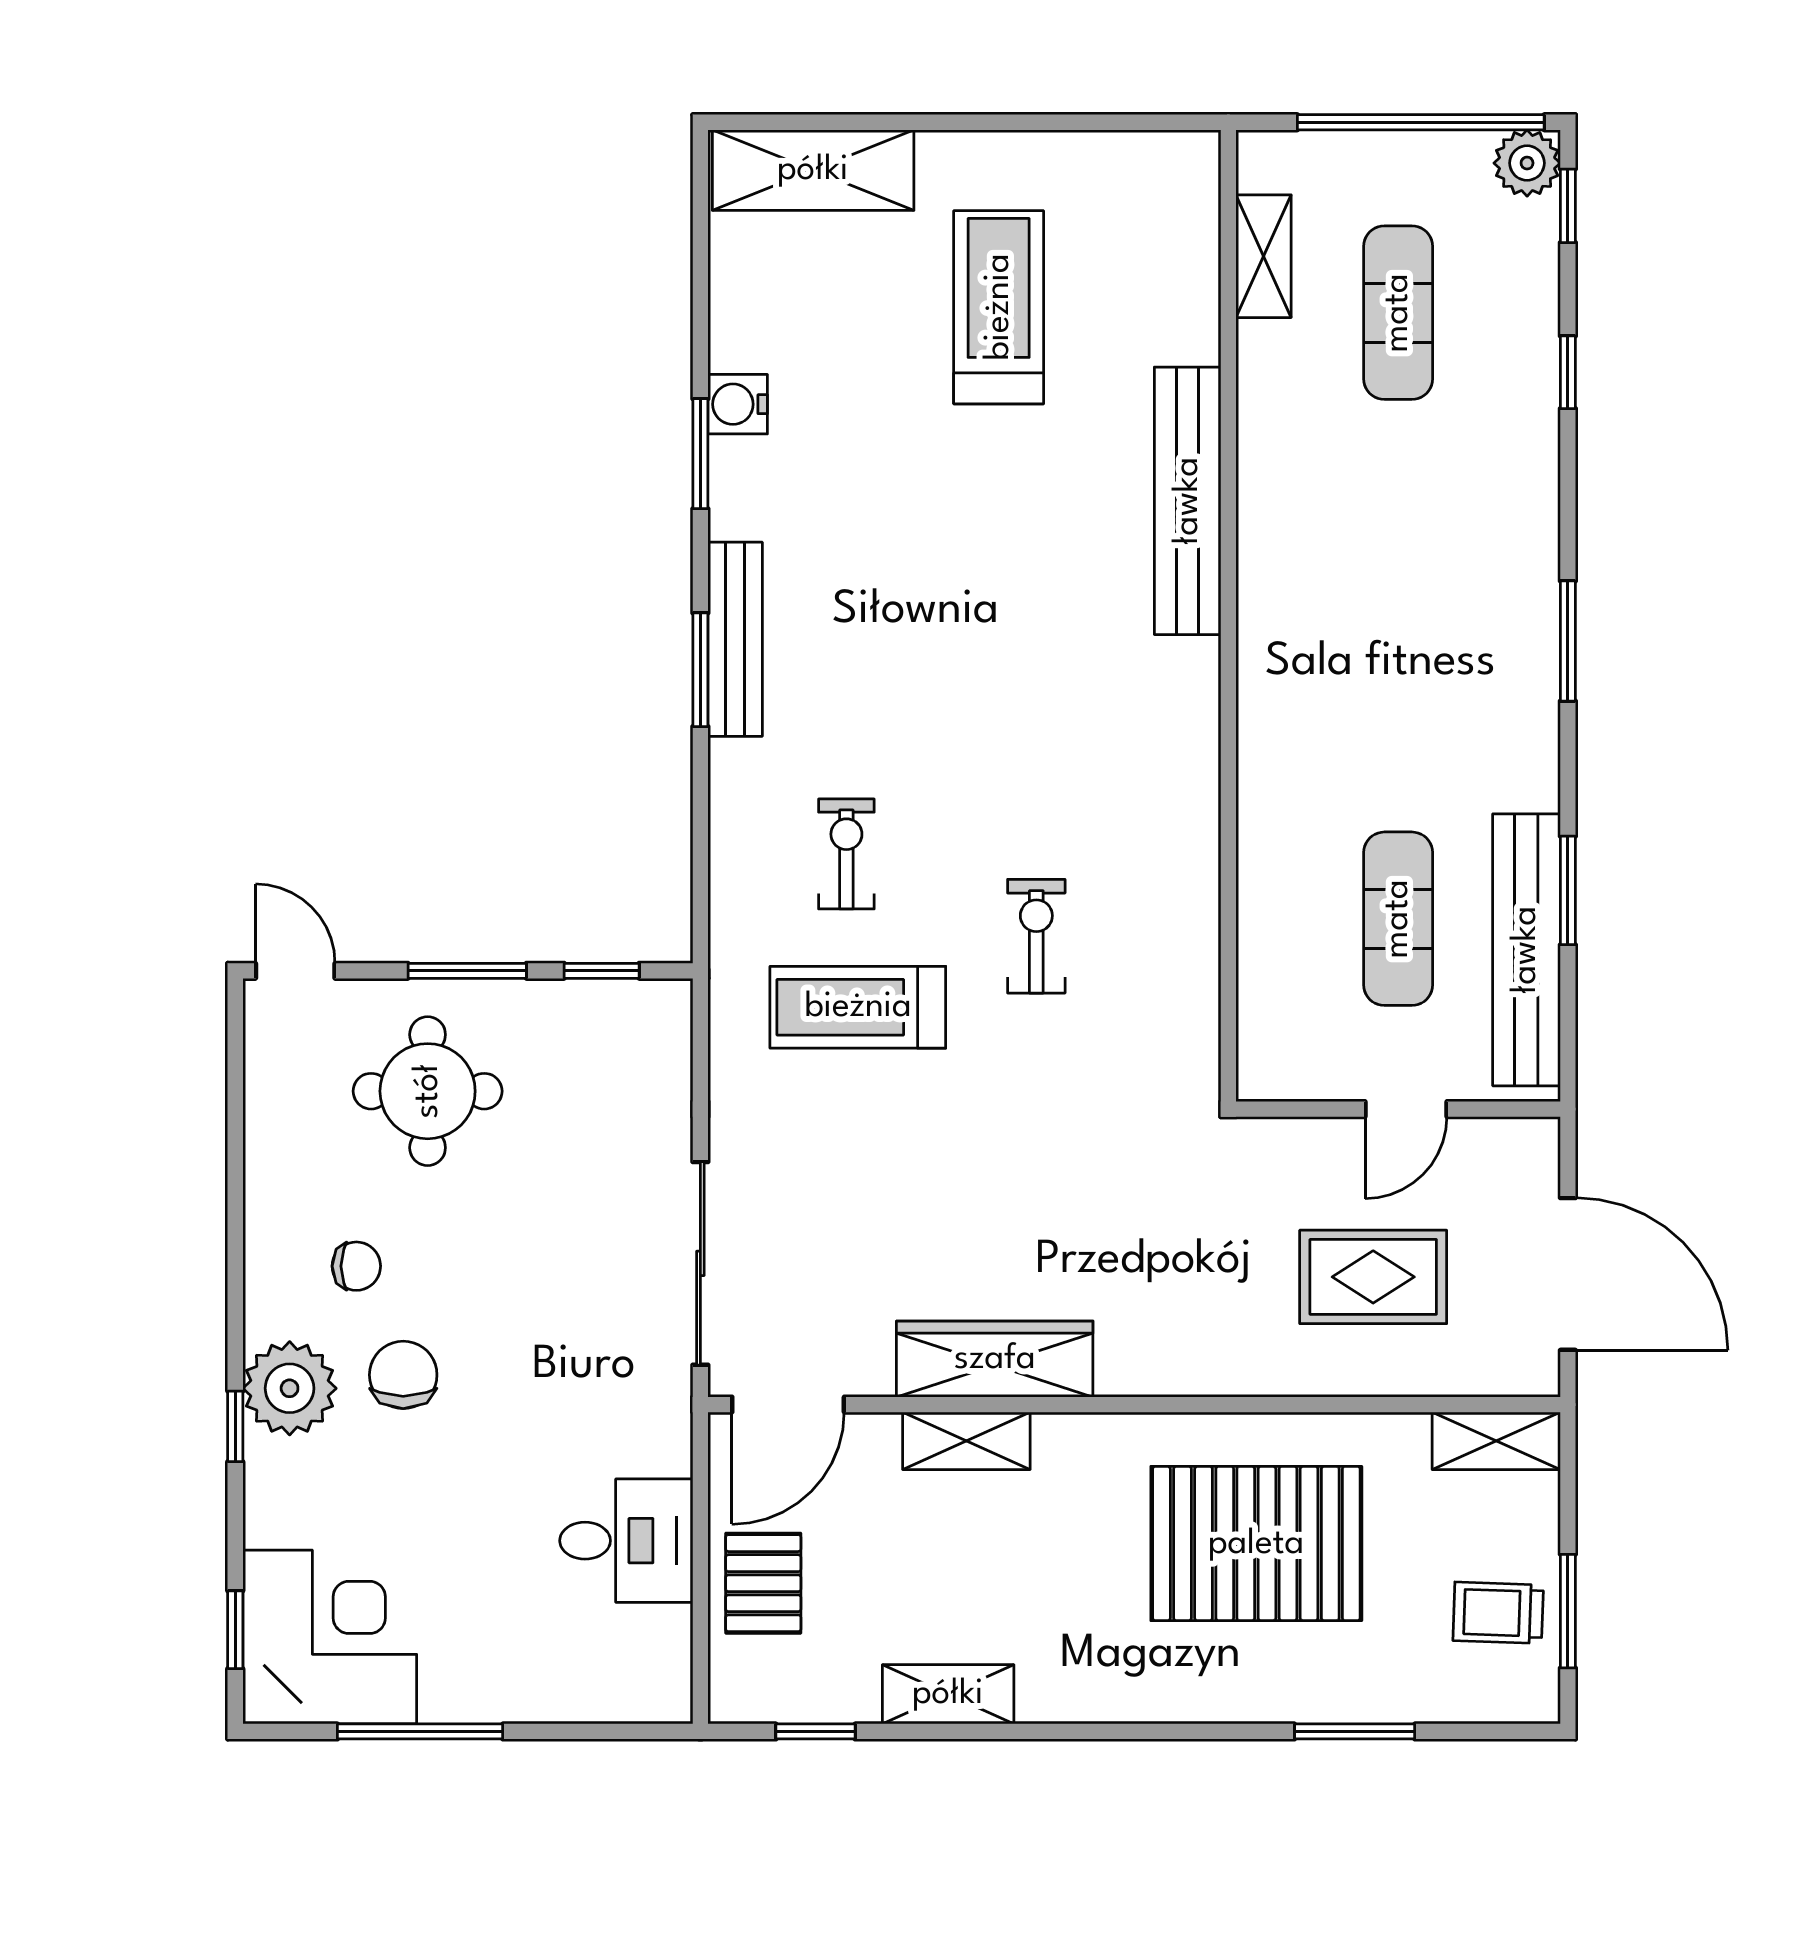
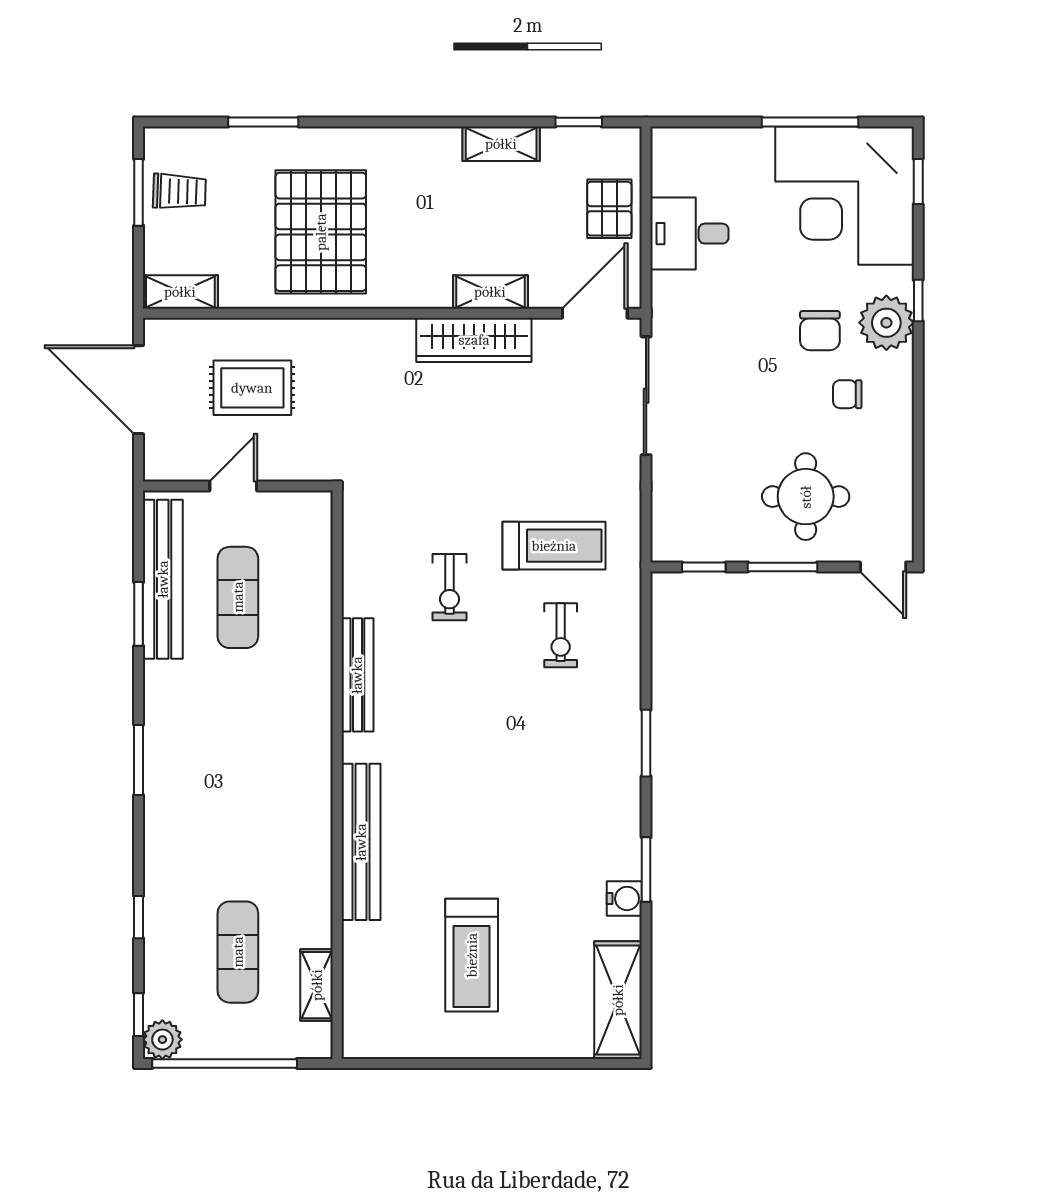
shelving: (813, 170) -> (618, 1000), moved, turned 90
bench: (735, 639) -> (357, 675), moved
pallet: (1256, 1544) -> (321, 232), turned 90
corner desk: (330, 1637) -> (845, 196), width x1.36, depth x1.36

